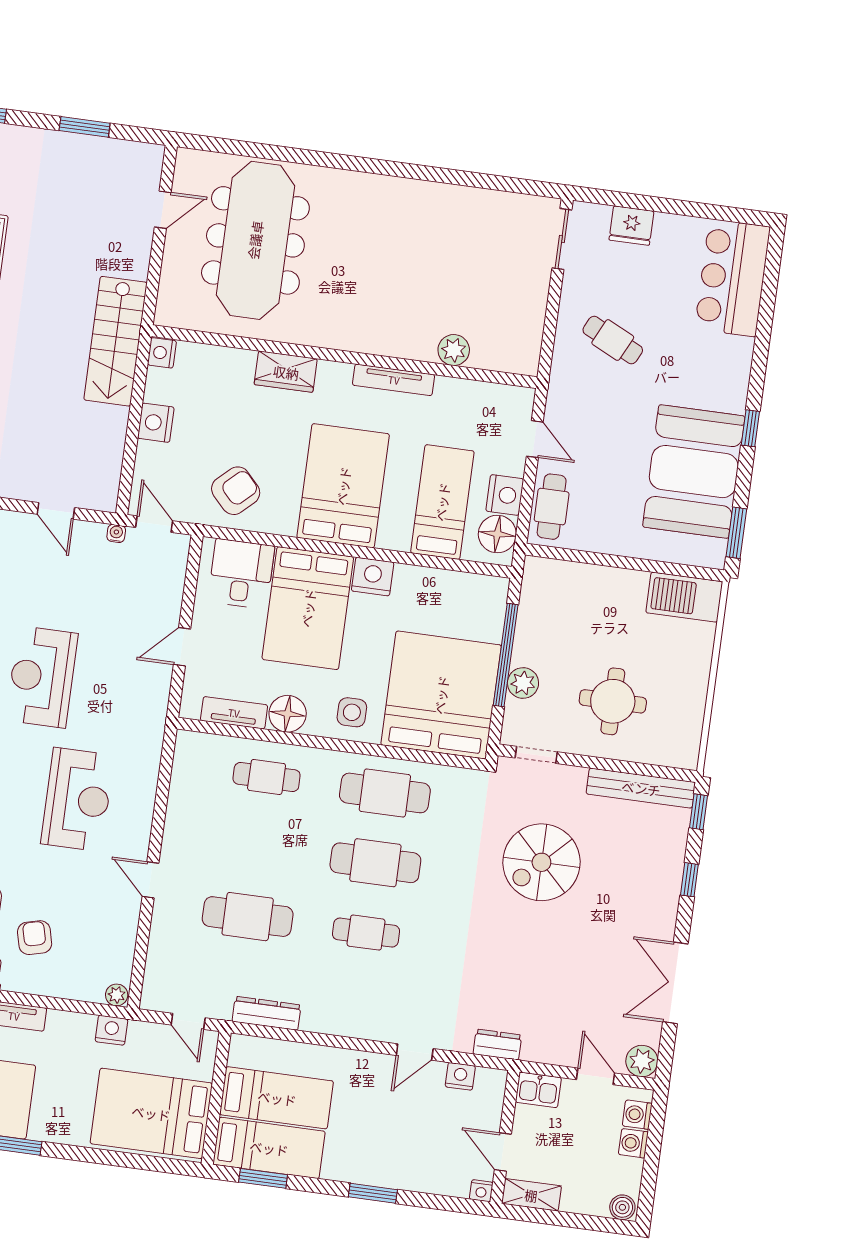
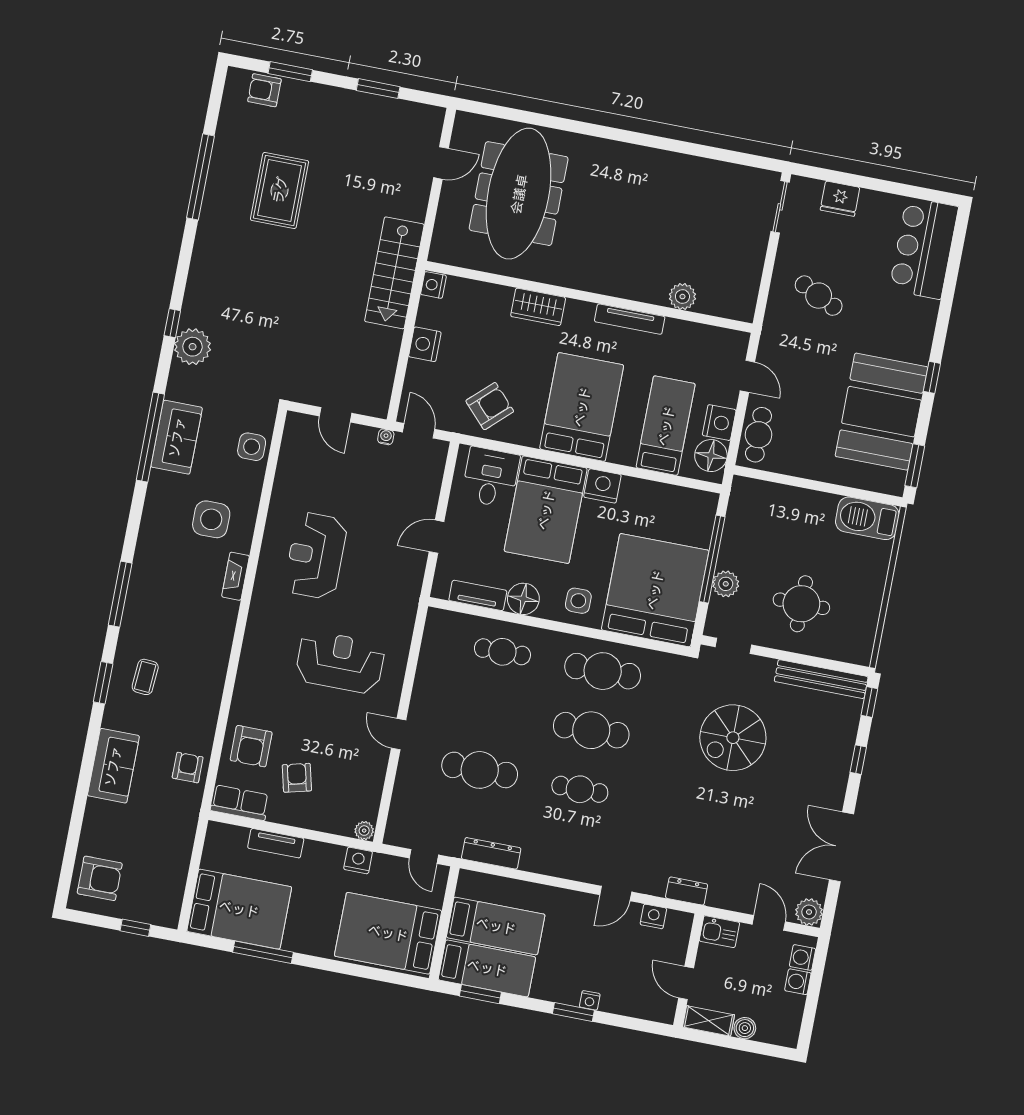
reception desk: (77, 800) -> (340, 662), turned -90
nightstand: (481, 1191) -> (590, 1000), moved
boiler: (622, 1207) -> (745, 1028), moved

